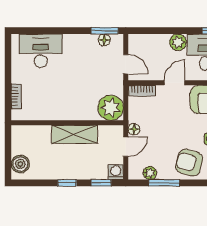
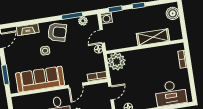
door: (126, 64) -> (111, 93), swing flipped
shelving: (75, 134) -> (153, 37), moved

